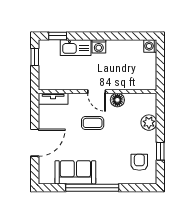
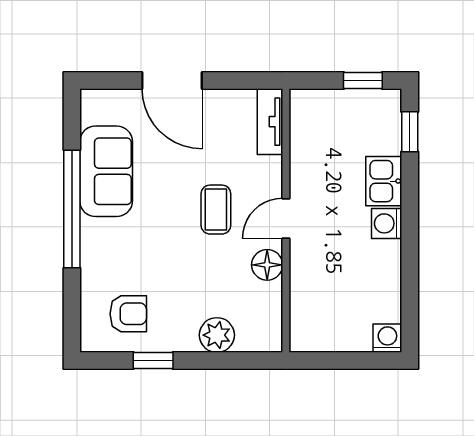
kitchen sink: (76, 48) -> (384, 181), width x0.73

